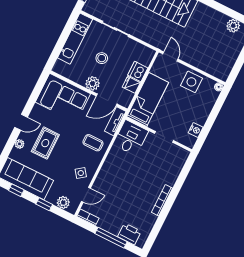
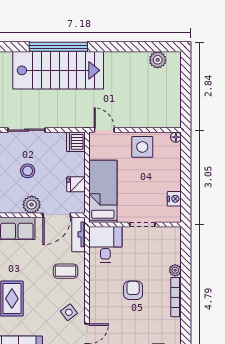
dishwasher: (138, 72) -> (76, 142), moved
armchair: (134, 180) -> (133, 290), added
plant: (171, 181) -> (175, 270), added

